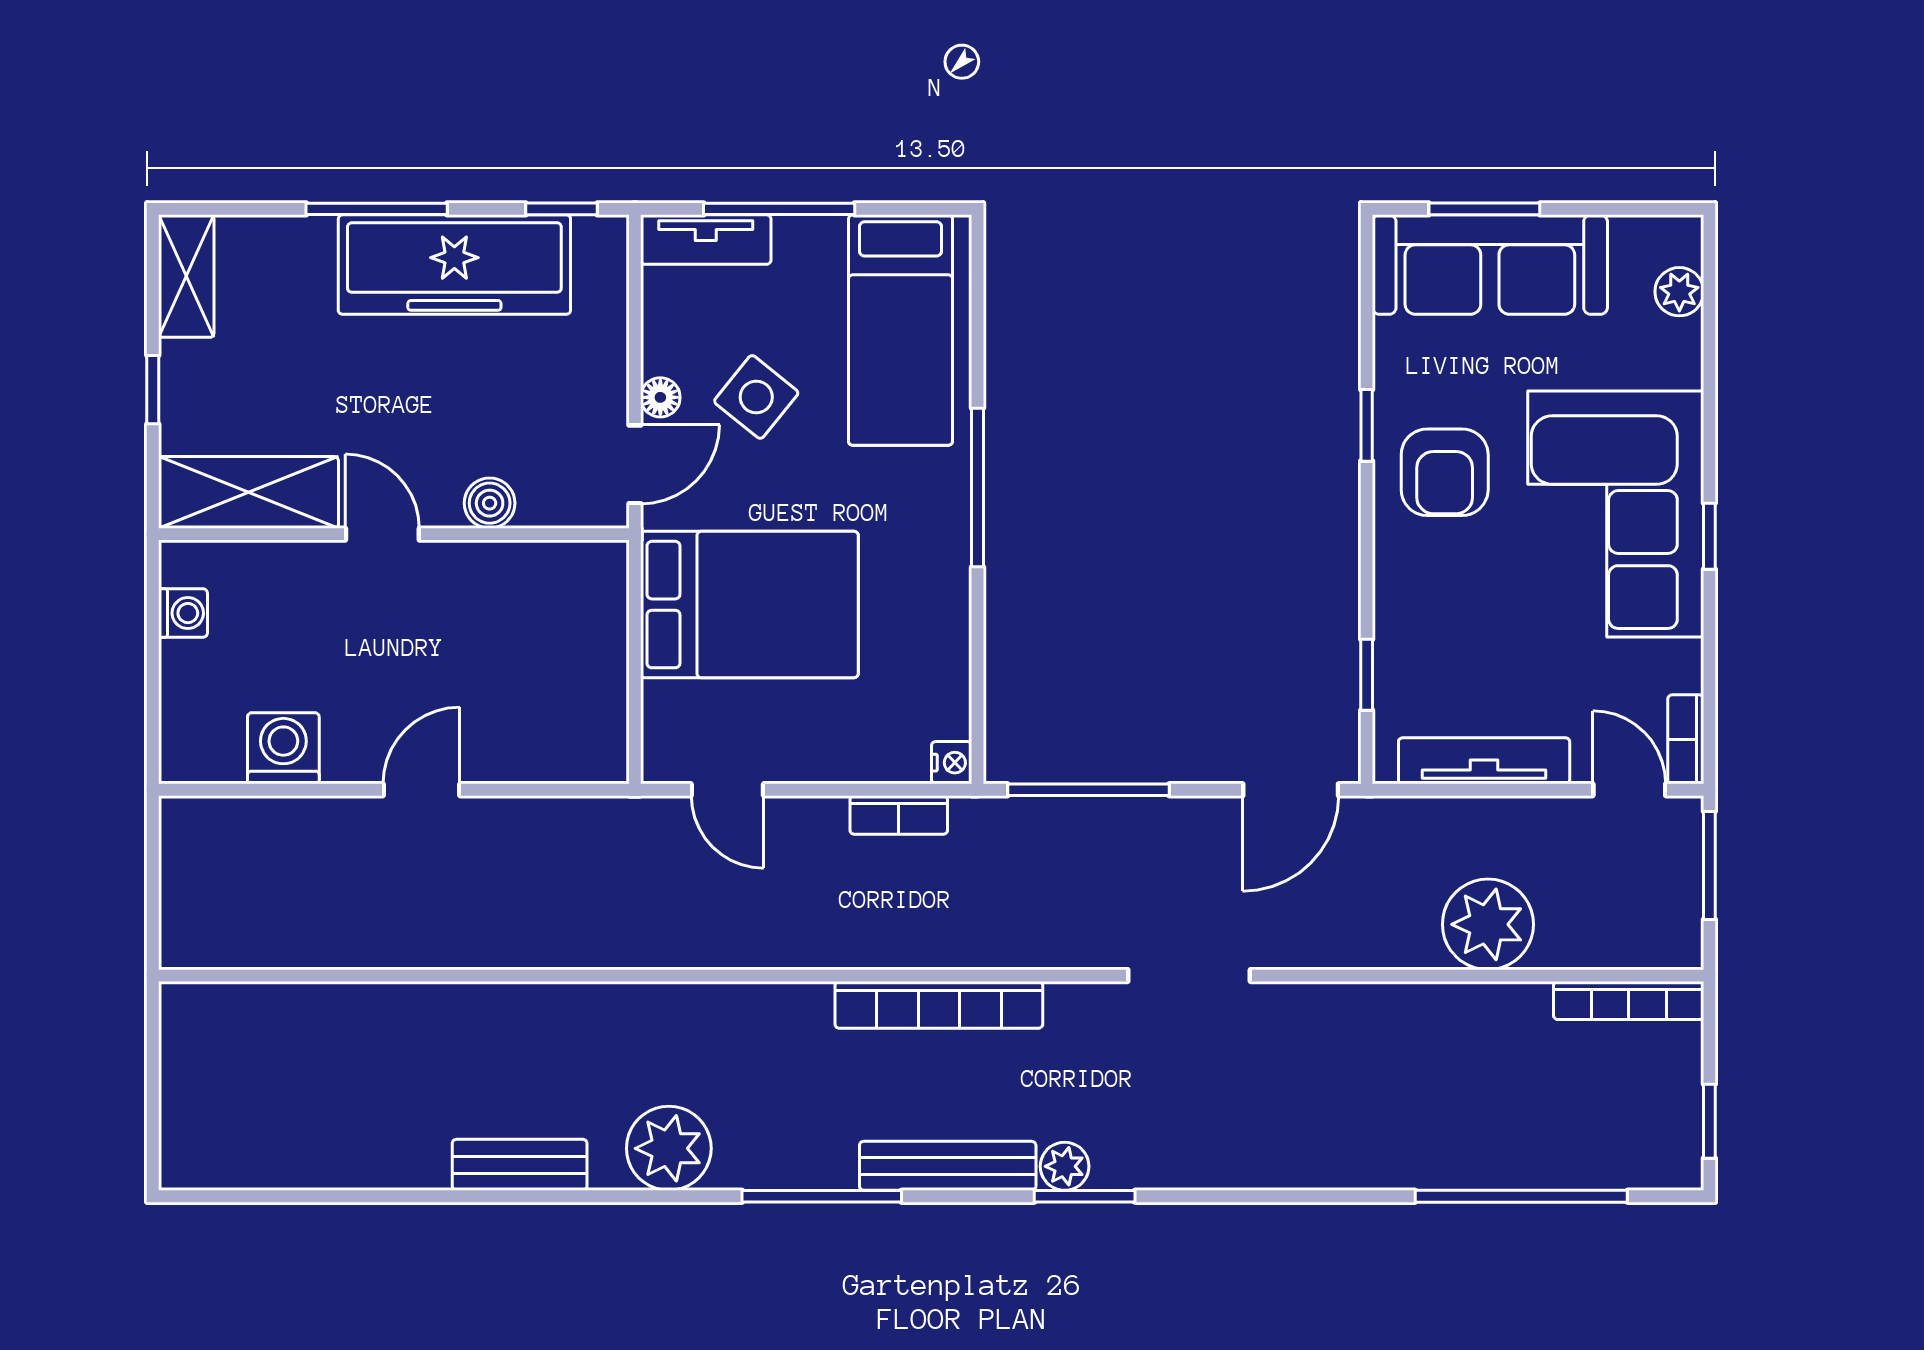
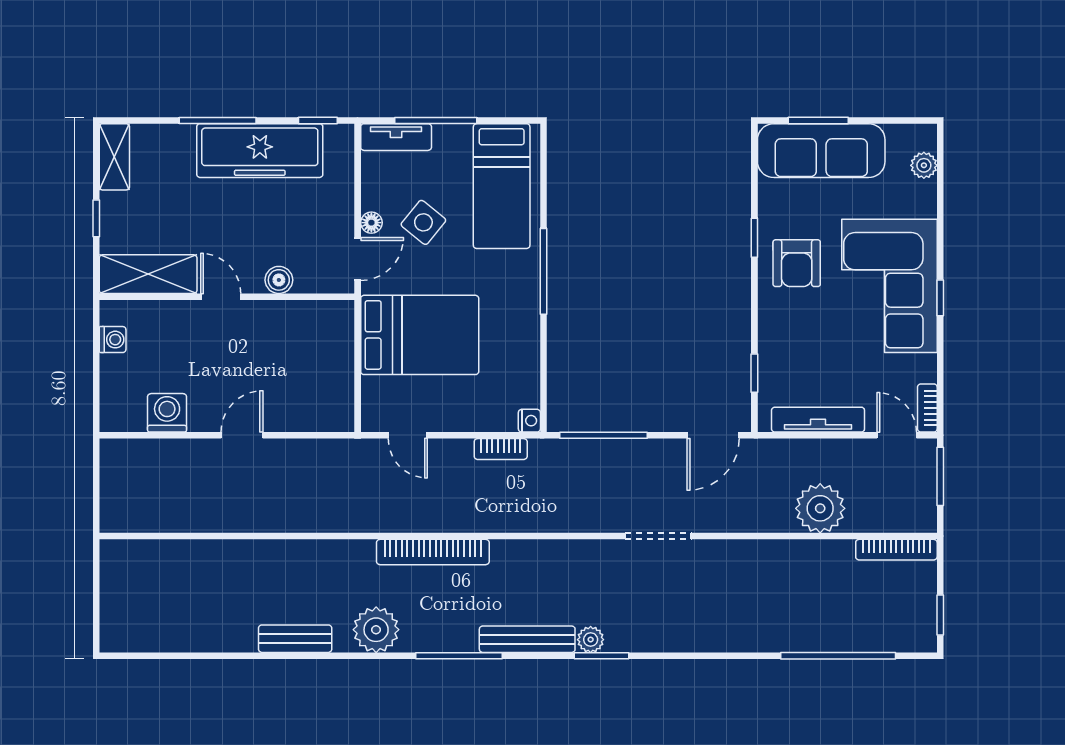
bookcase: (939, 1005) -> (433, 552), moved

